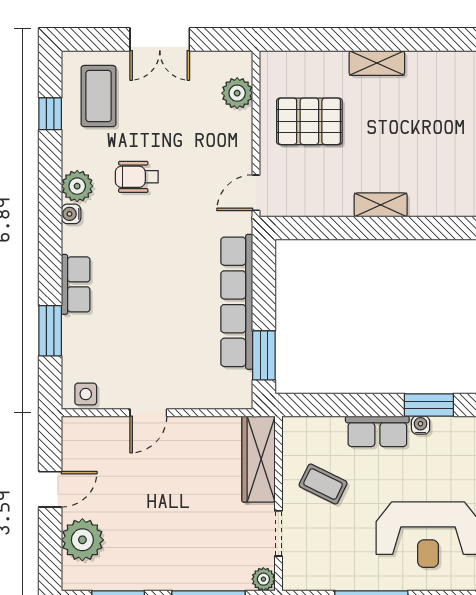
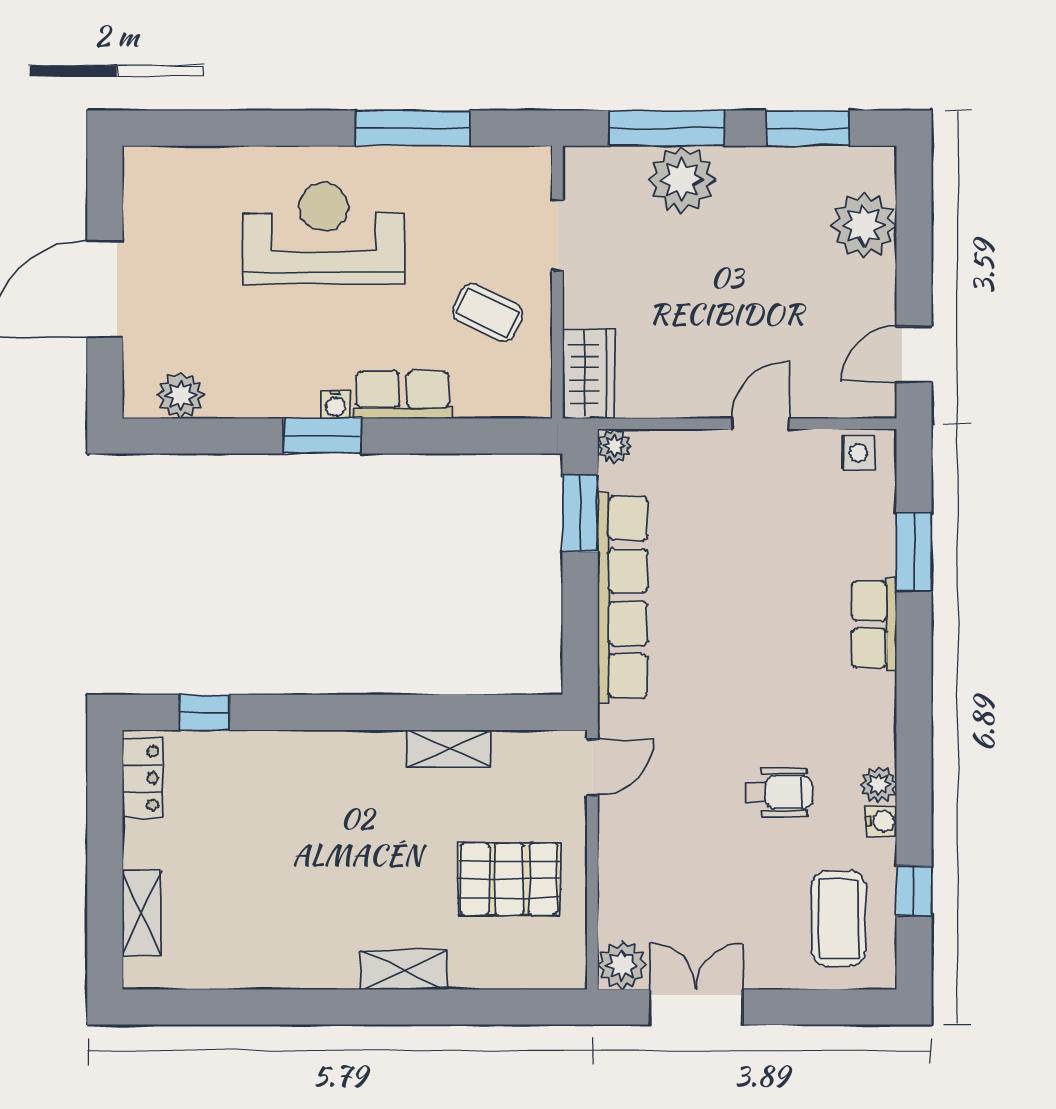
double door: (160, 39) -> (696, 1007), moved
plant: (237, 93) -> (622, 965), moved
plant: (77, 186) -> (879, 785), width x0.73, depth x0.73
shelving: (381, 205) -> (449, 748), moved
water cooler: (71, 214) -> (881, 821), moved
plant: (242, 399) -> (614, 446), added
wardrobe: (258, 459) -> (589, 374), width x0.67
door: (50, 489) -> (914, 354), moved
plant: (263, 579) -> (682, 180), moved, width x1.88, depth x1.88

